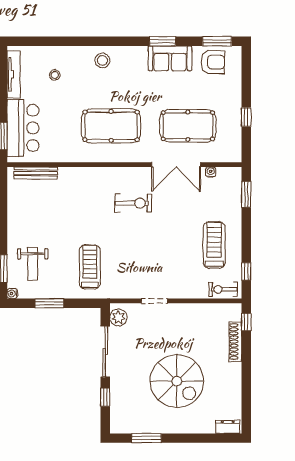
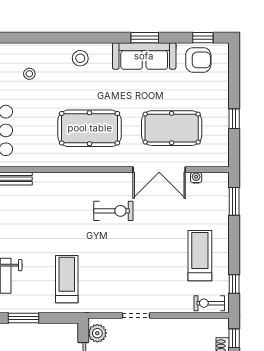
window: (217, 41) -> (203, 38), width x0.67
sofa: (170, 58) -> (144, 56), width x1.36

